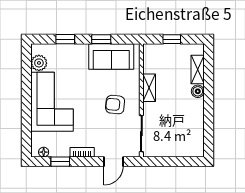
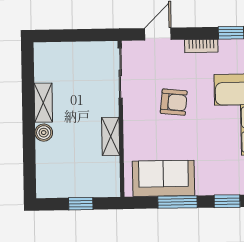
window: (101, 39) -> (178, 202), width x1.50
shelving: (198, 70) -> (43, 103), moved
armchair: (115, 105) -> (174, 102), moved

